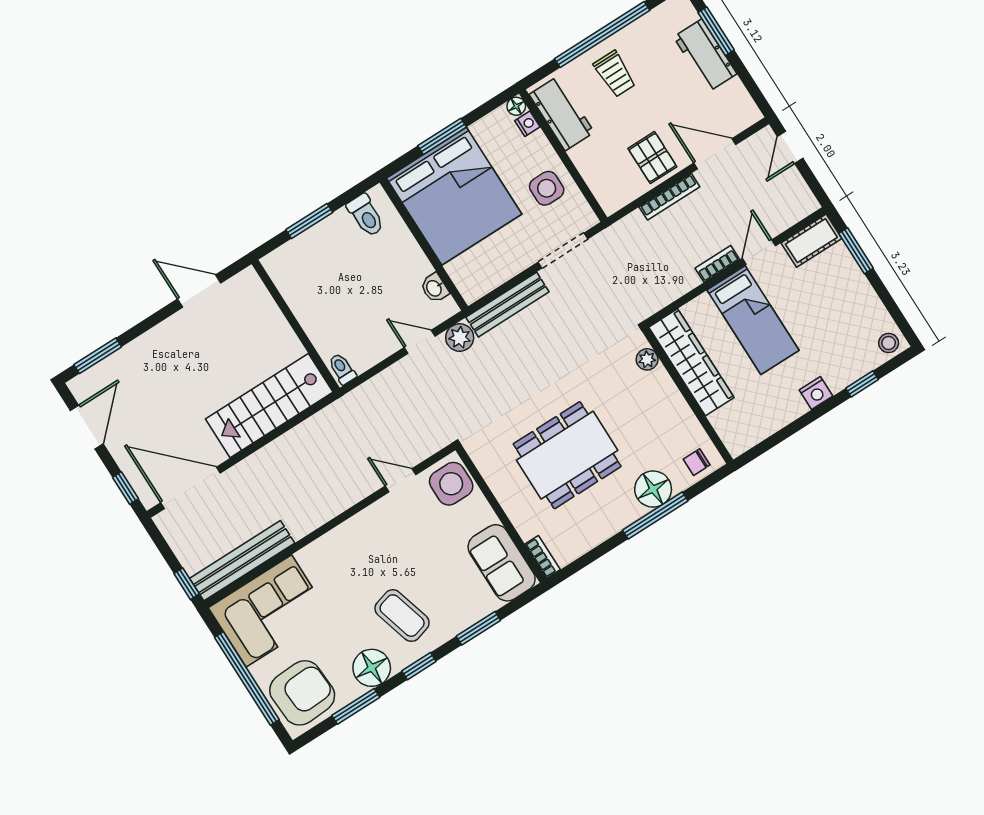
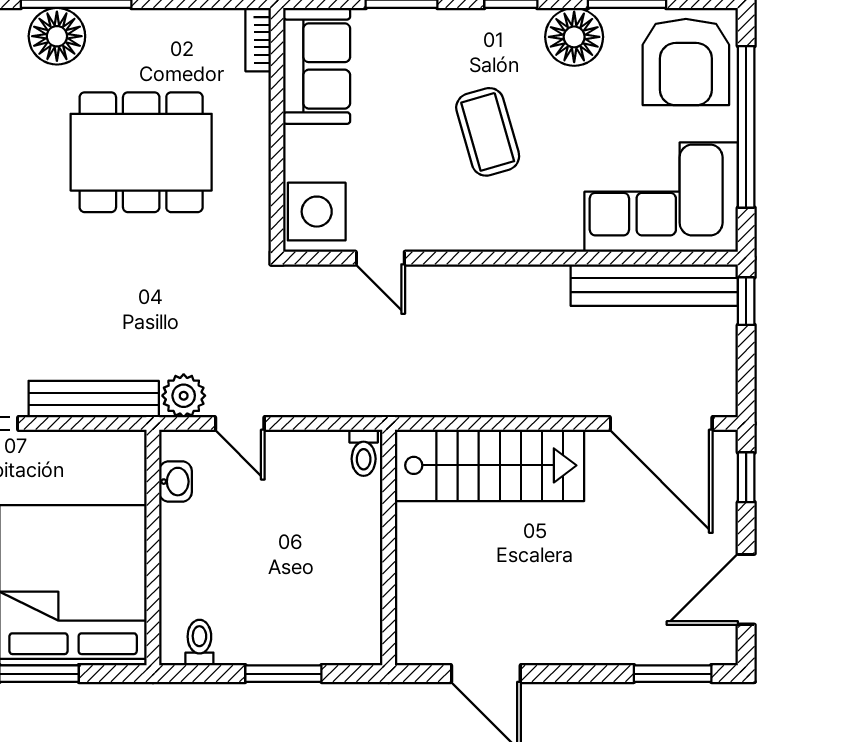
toilet: (366, 215) -> (199, 643), width x0.73, depth x0.72
coffee table: (402, 616) -> (488, 132), moved
armchair: (302, 693) -> (686, 62), turned -87

